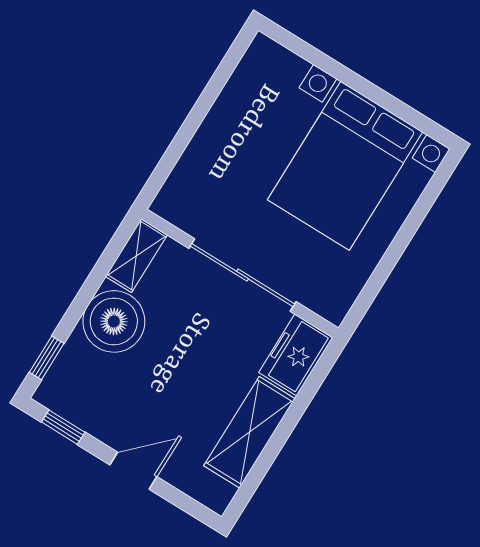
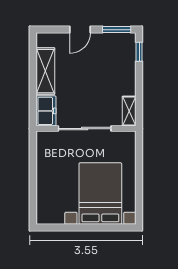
bed with nightstands: (345, 166) -> (100, 194), moved
boiler: (114, 321) -> (122, 81), removed
window: (63, 427) -> (117, 30), width x1.50

